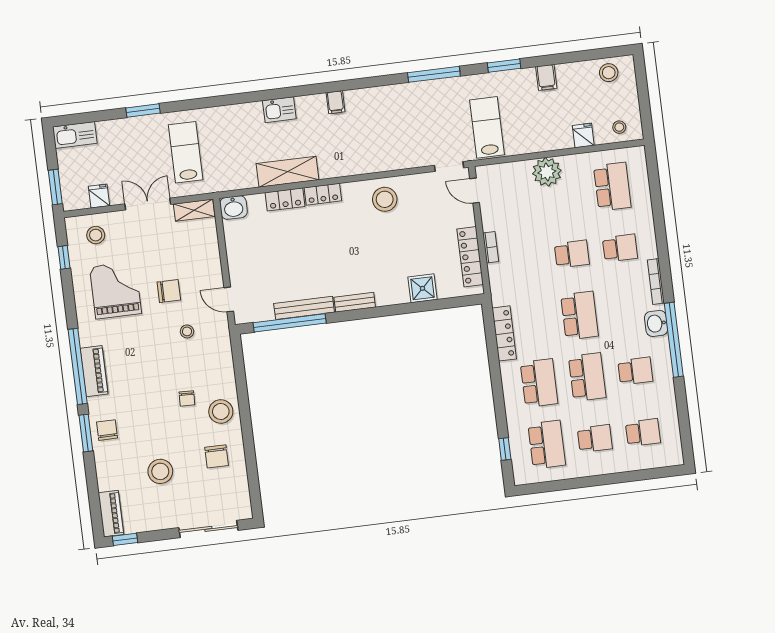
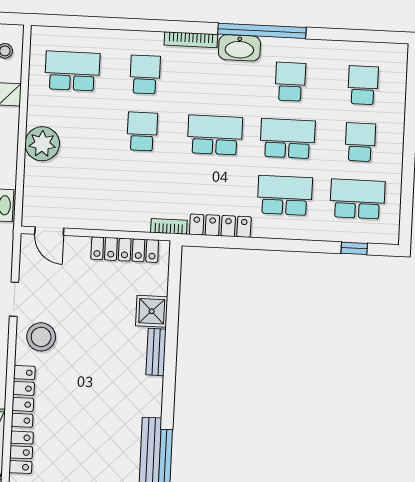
doorway: (449, 167) -> (14, 299), moved
door: (475, 191) -> (49, 231), hinge flipped
locker: (323, 194) -> (23, 396), width x1.53
bookcase: (491, 247) -> (169, 226), moved
bench: (355, 302) -> (156, 352), moved
washbasin: (656, 323) -> (239, 48), width x1.38

